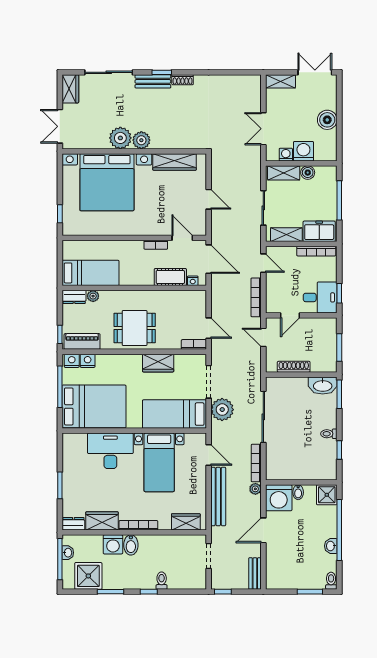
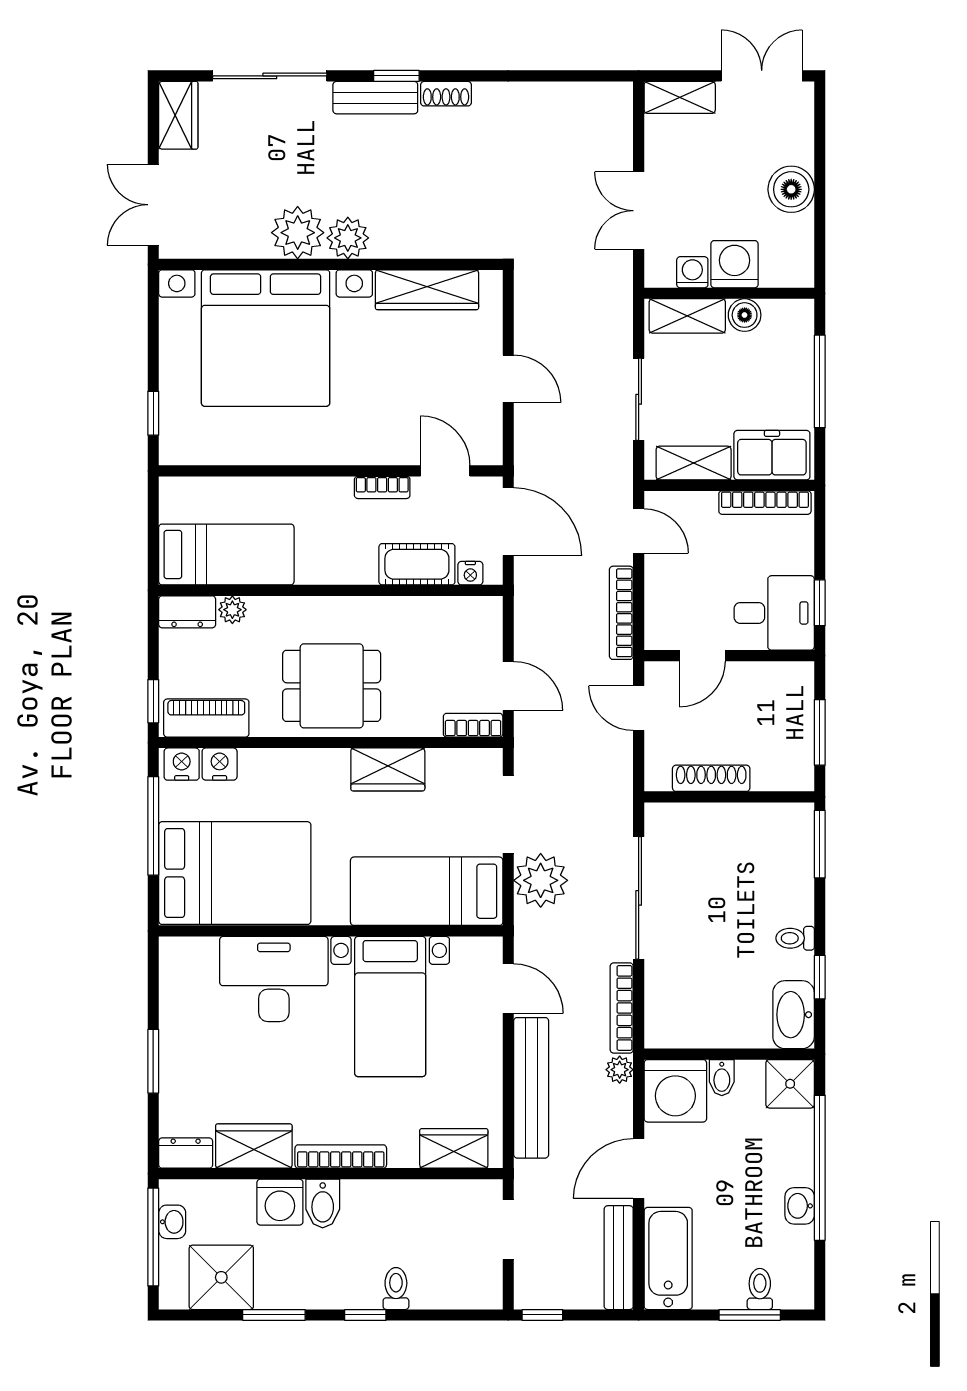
washbasin: (323, 386) -> (794, 1015), moved, turned 90
bathtub: (276, 568) -> (668, 1258), added
bench: (255, 573) -> (619, 1258), width x1.36
toilet: (331, 581) -> (760, 1289), moved

